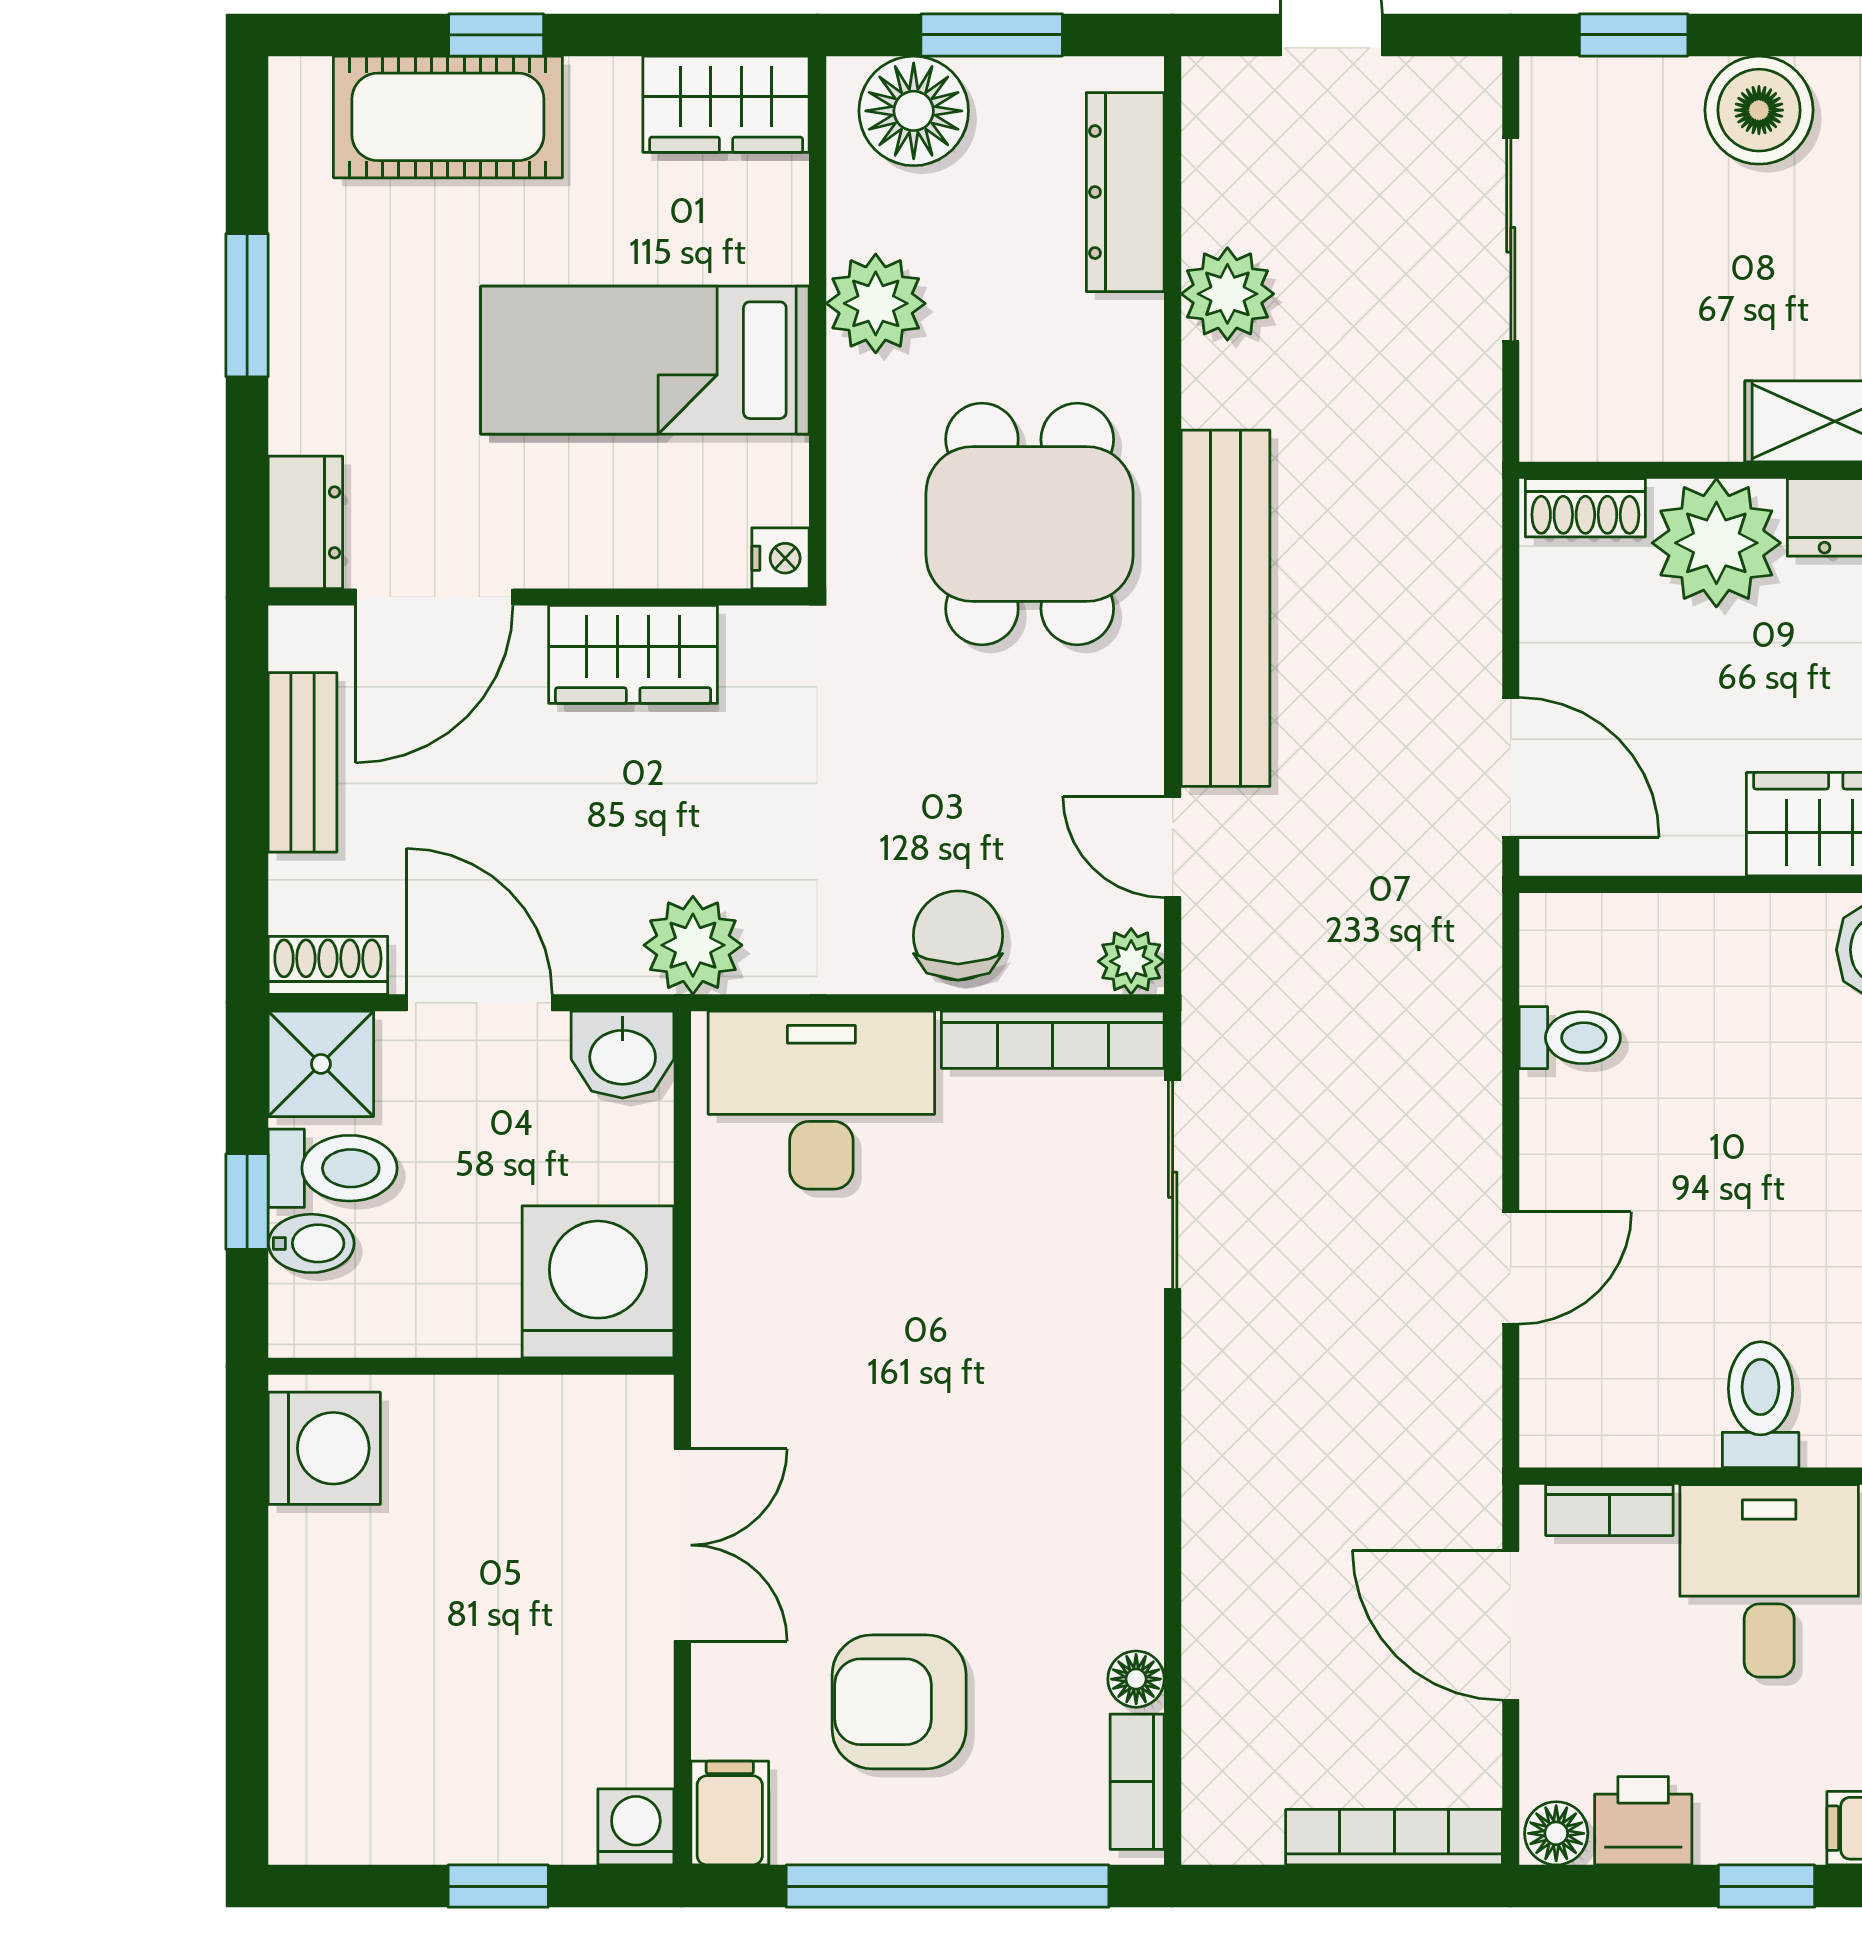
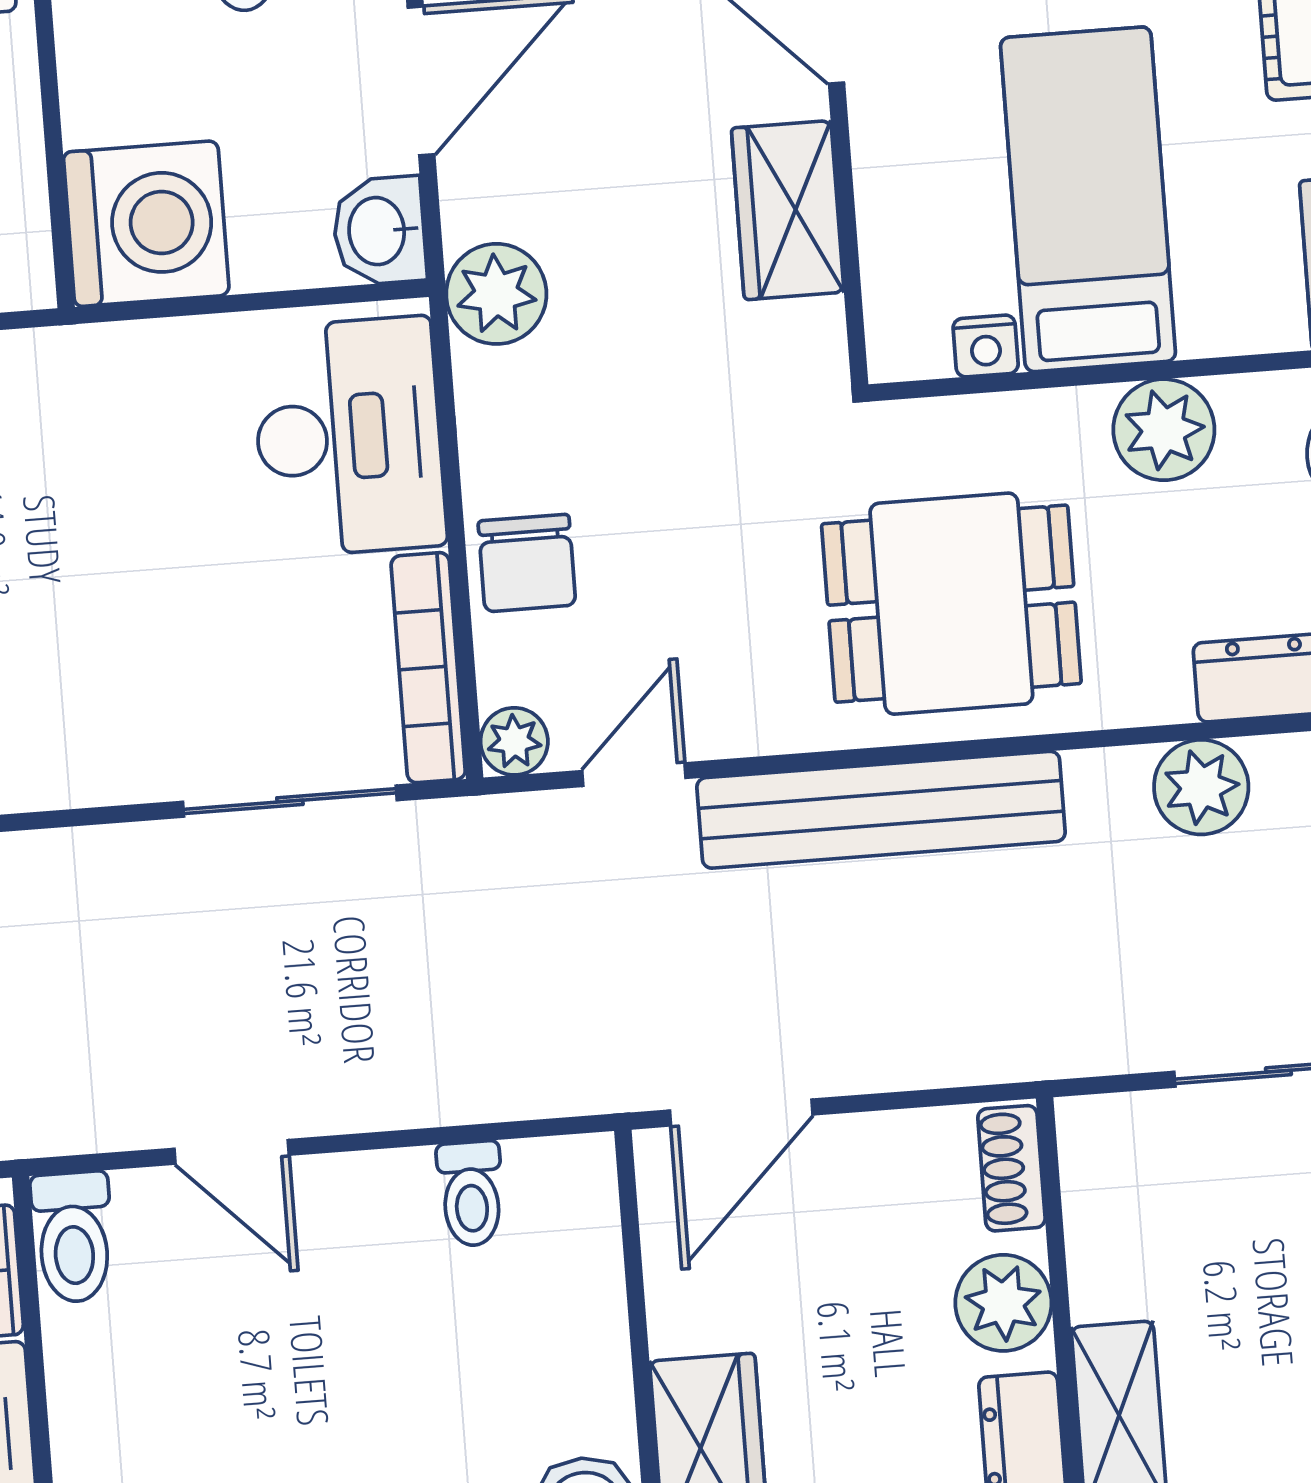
plant: (1716, 543) -> (1003, 1303), width x0.73, depth x0.73
nightstand: (781, 558) -> (986, 346), moved
chair: (958, 936) -> (527, 563), turned 90
toilet: (1761, 1405) -> (73, 1237), moved, turned 90

